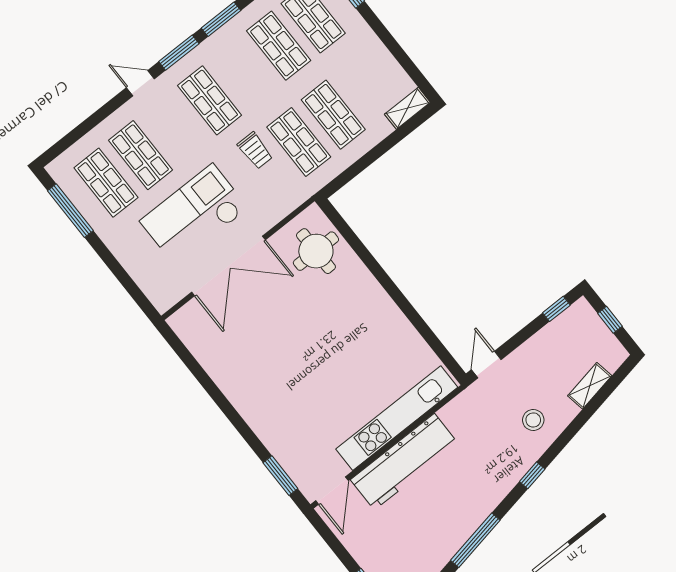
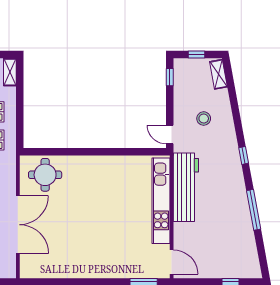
shelving: (590, 386) -> (218, 74), moved
stool: (533, 420) -> (204, 119), moved
workbench: (404, 462) -> (186, 187), moved

